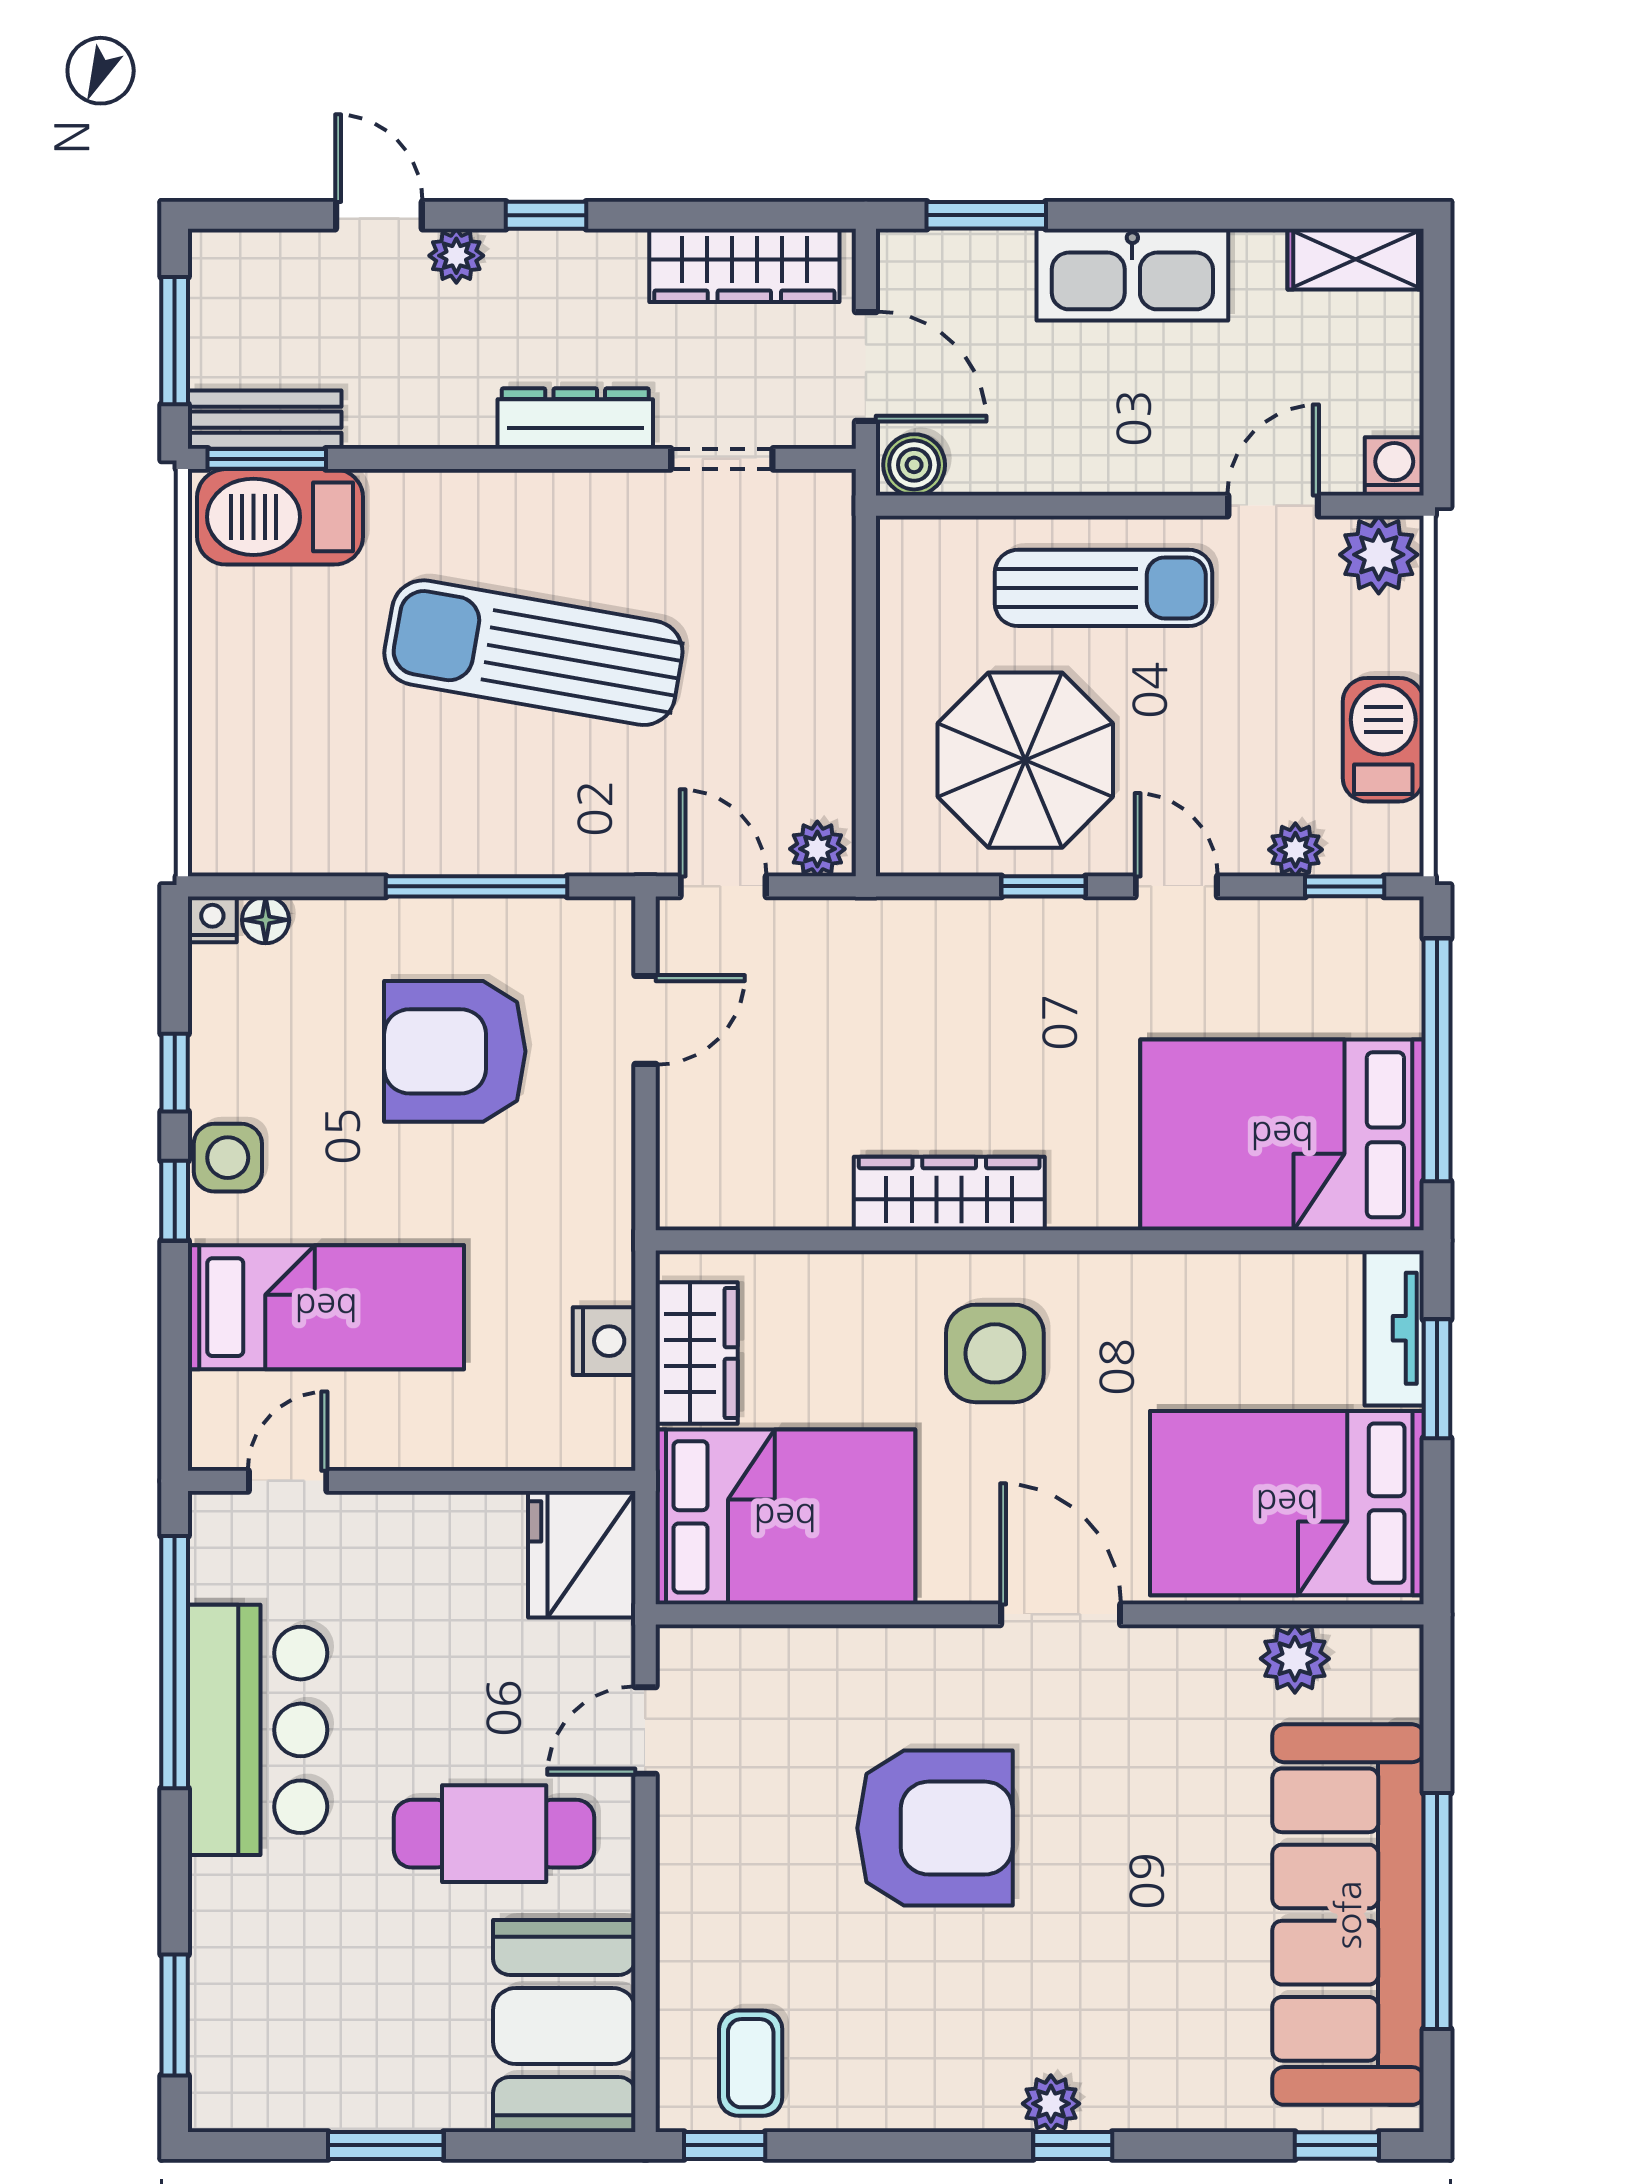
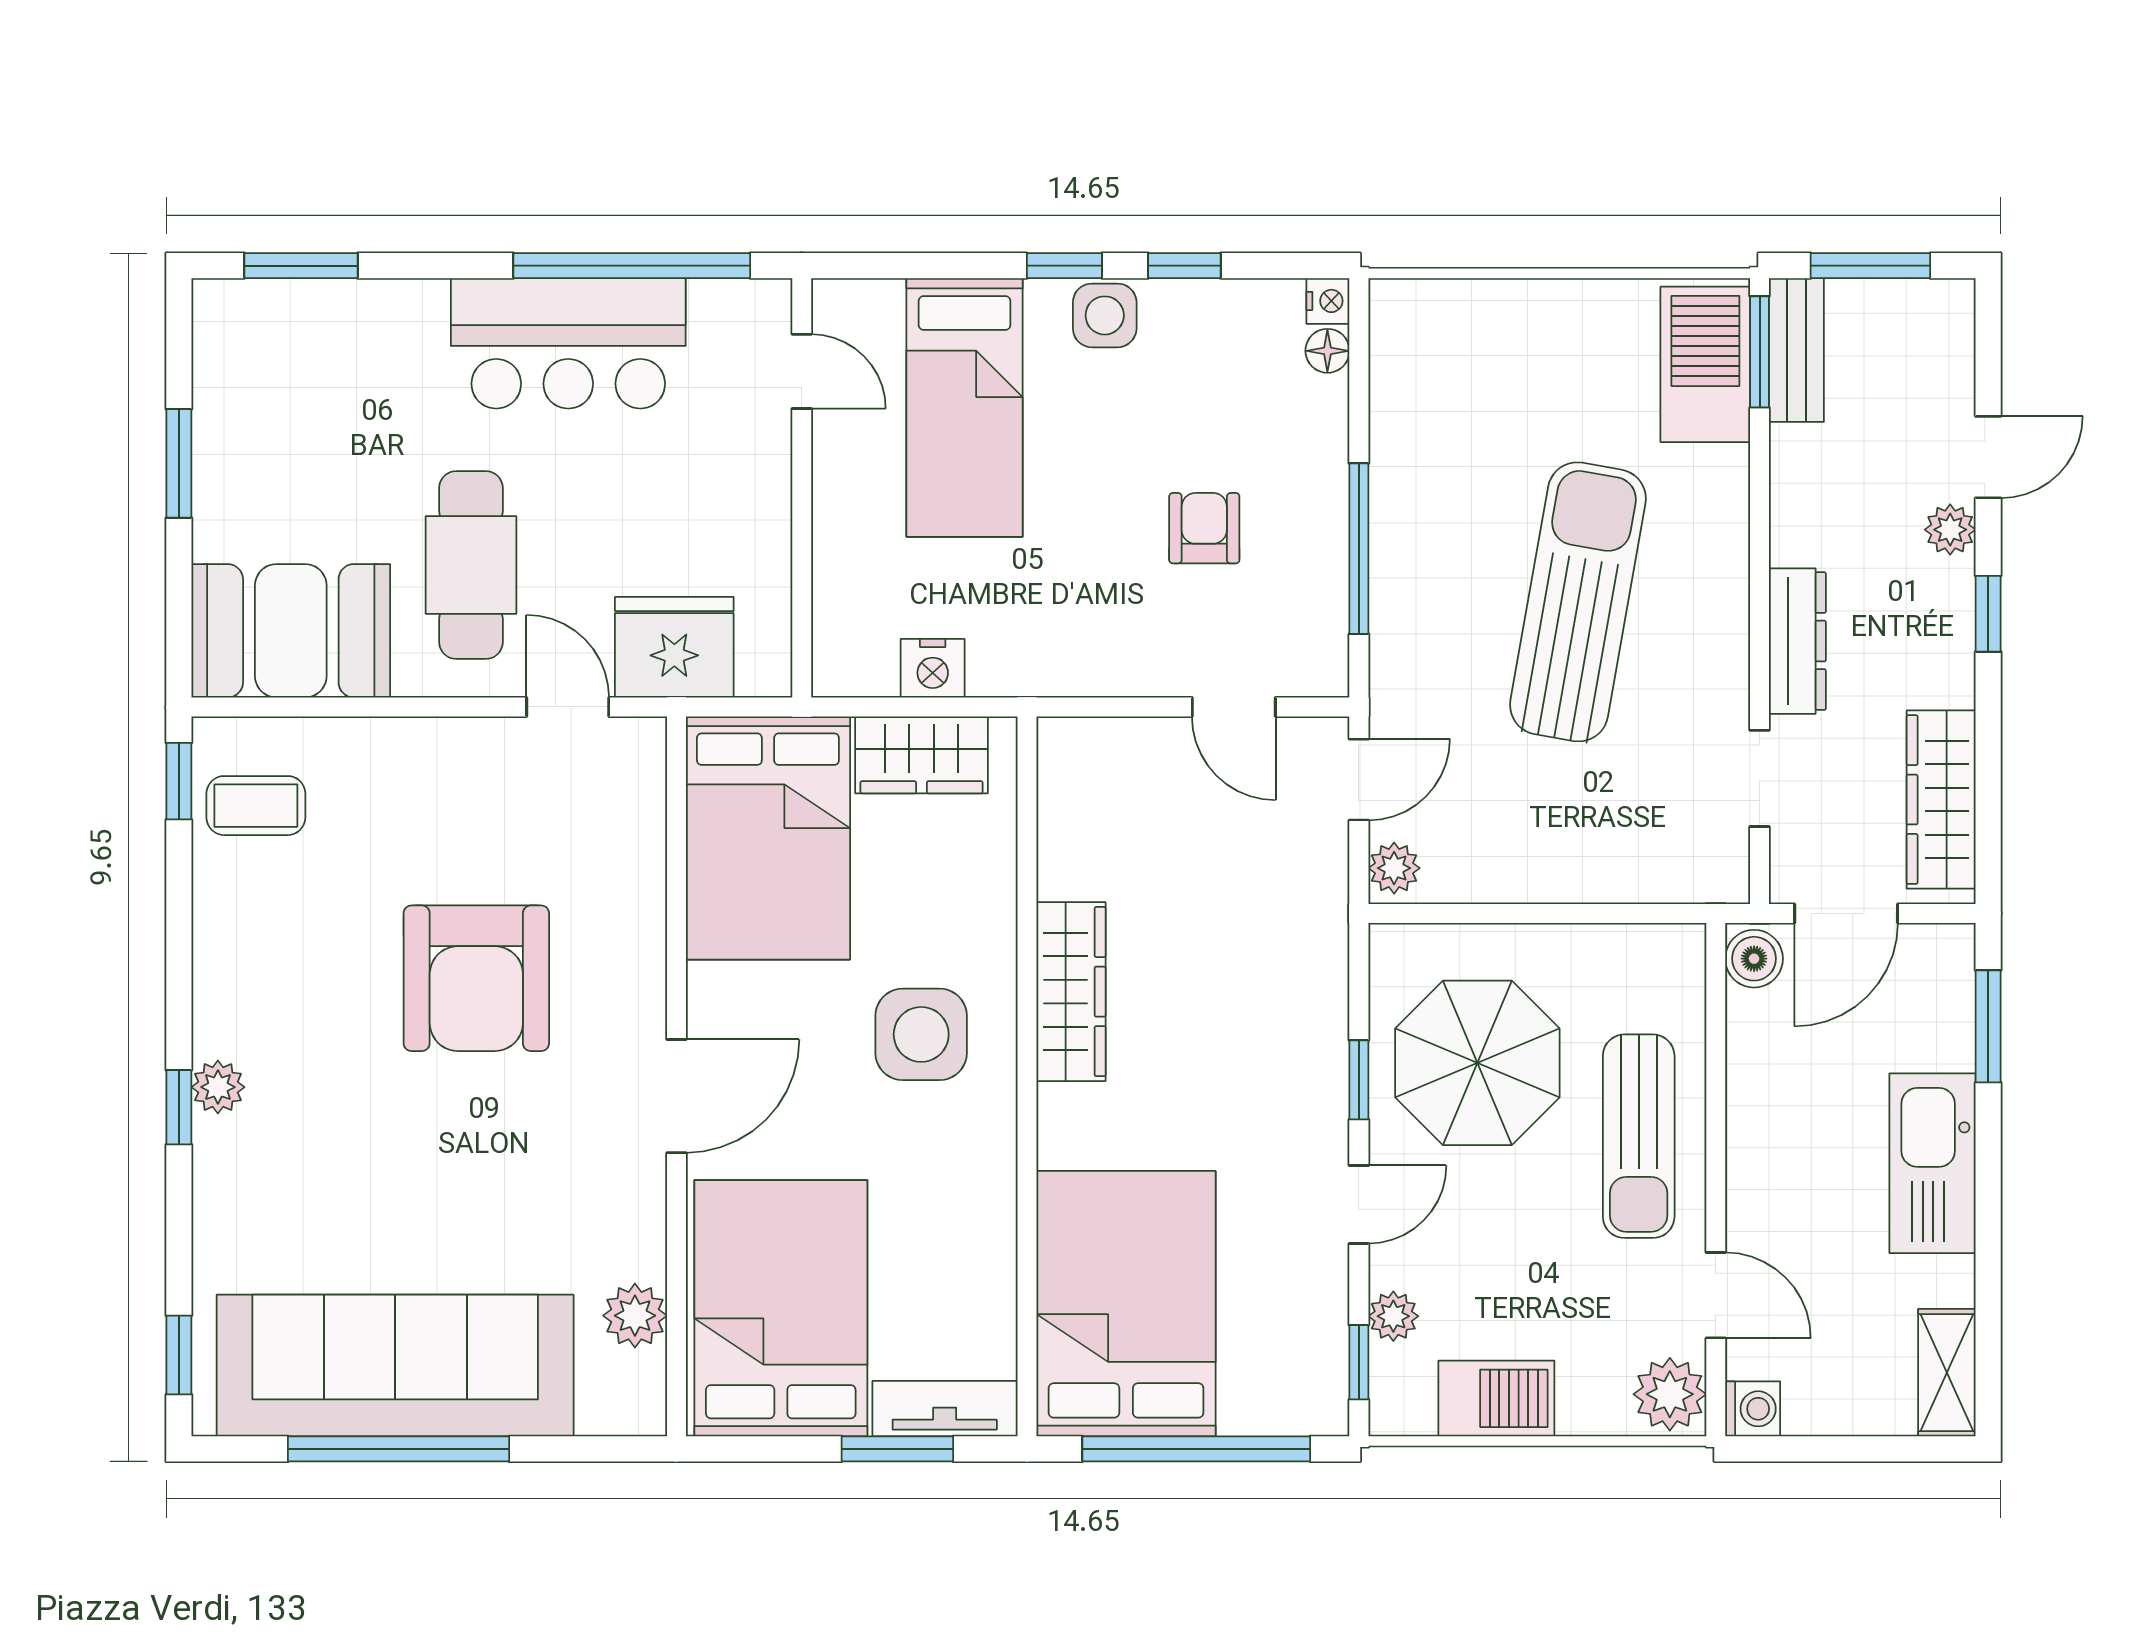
armchair: (455, 1051) -> (1204, 528), width x0.53, depth x0.53
fridge: (582, 1554) -> (674, 647), moved

